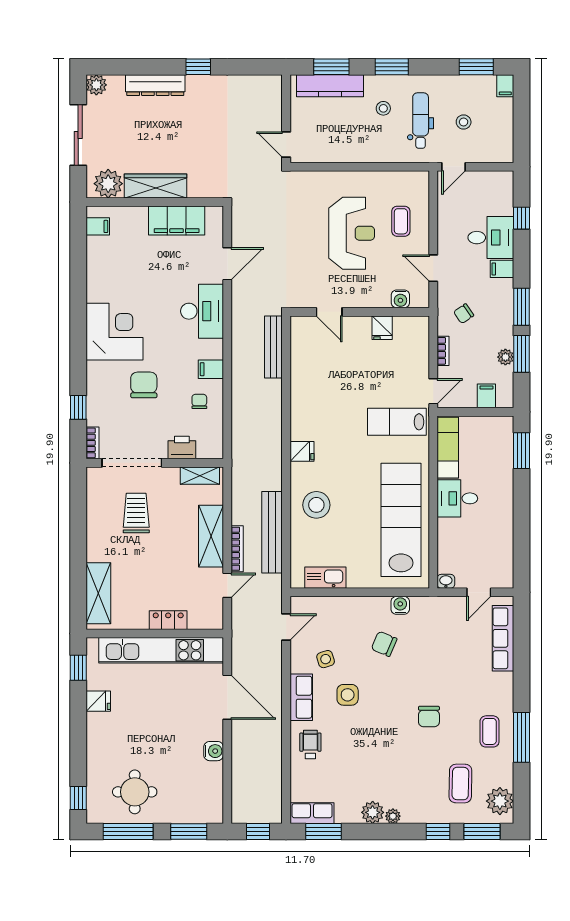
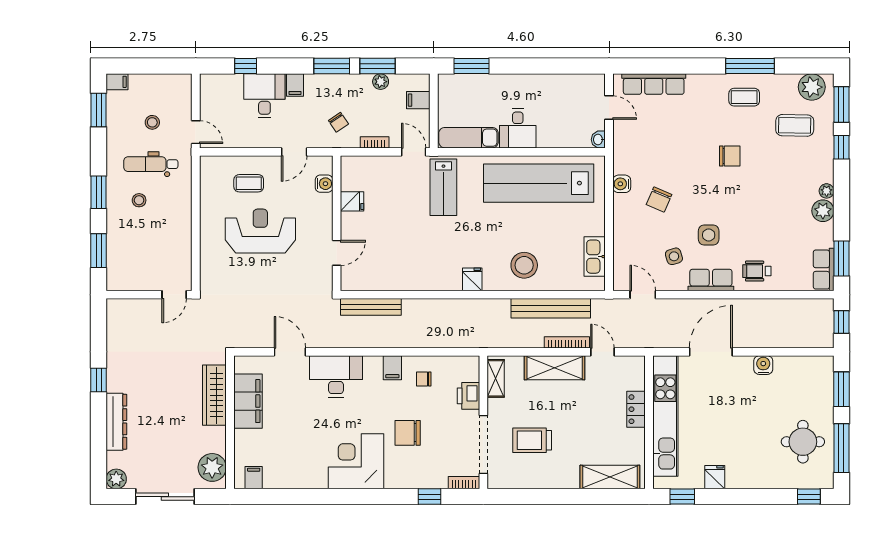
kitchen counter: (330, 86) -> (117, 252), removed
wardrobe: (155, 186) -> (214, 395), moved

